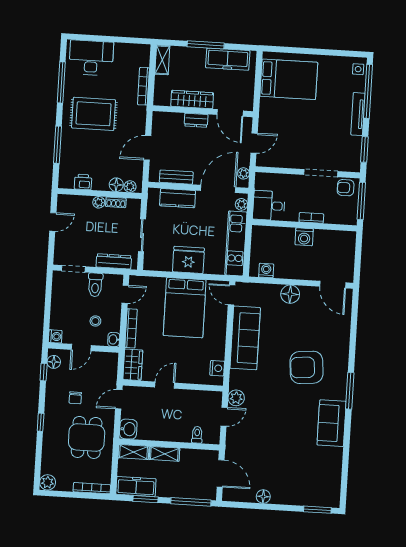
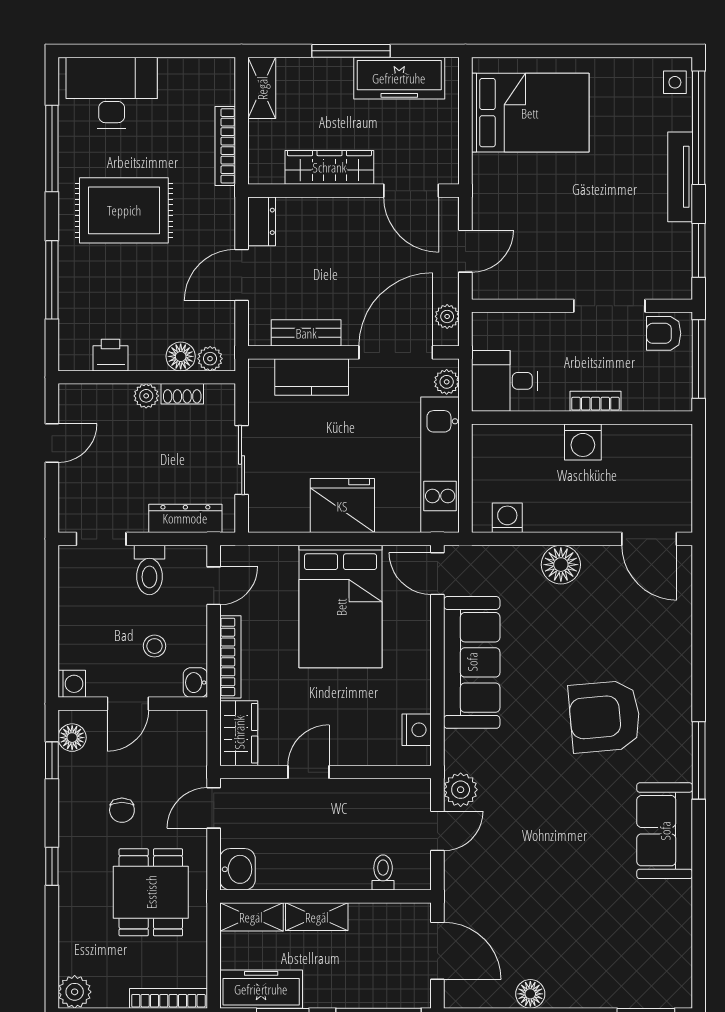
dresser: (196, 120) -> (262, 221), moved, turned -90

